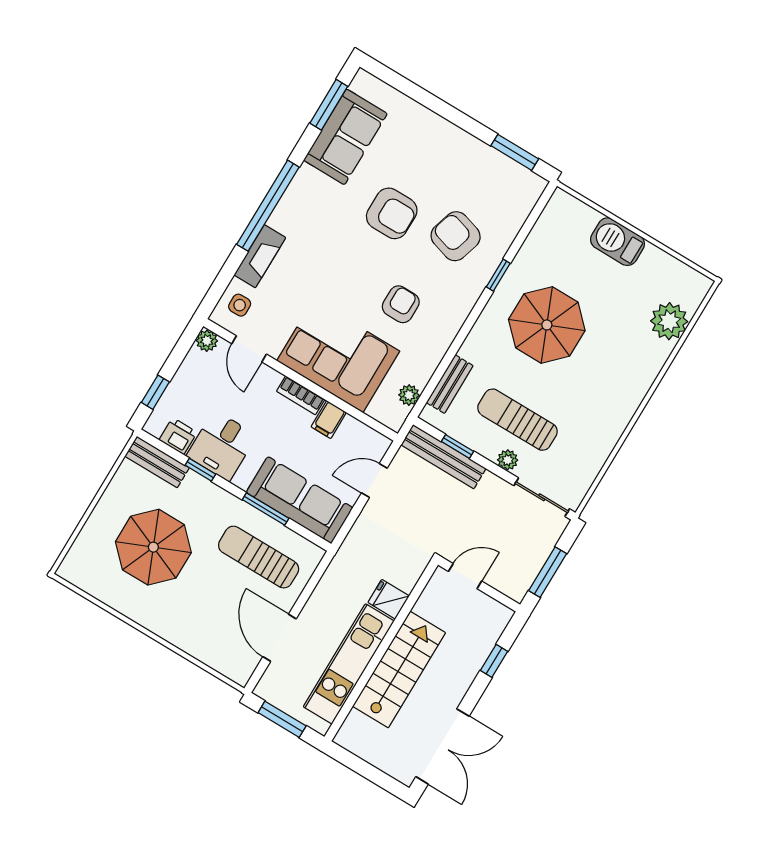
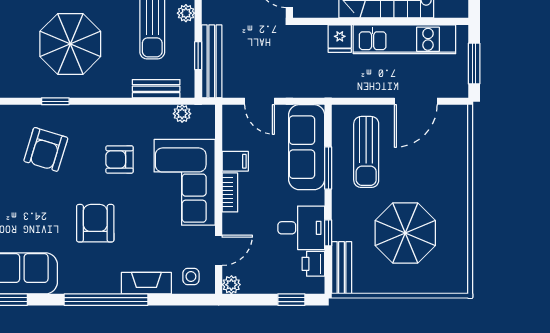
armchair: (392, 213) -> (95, 223), moved

